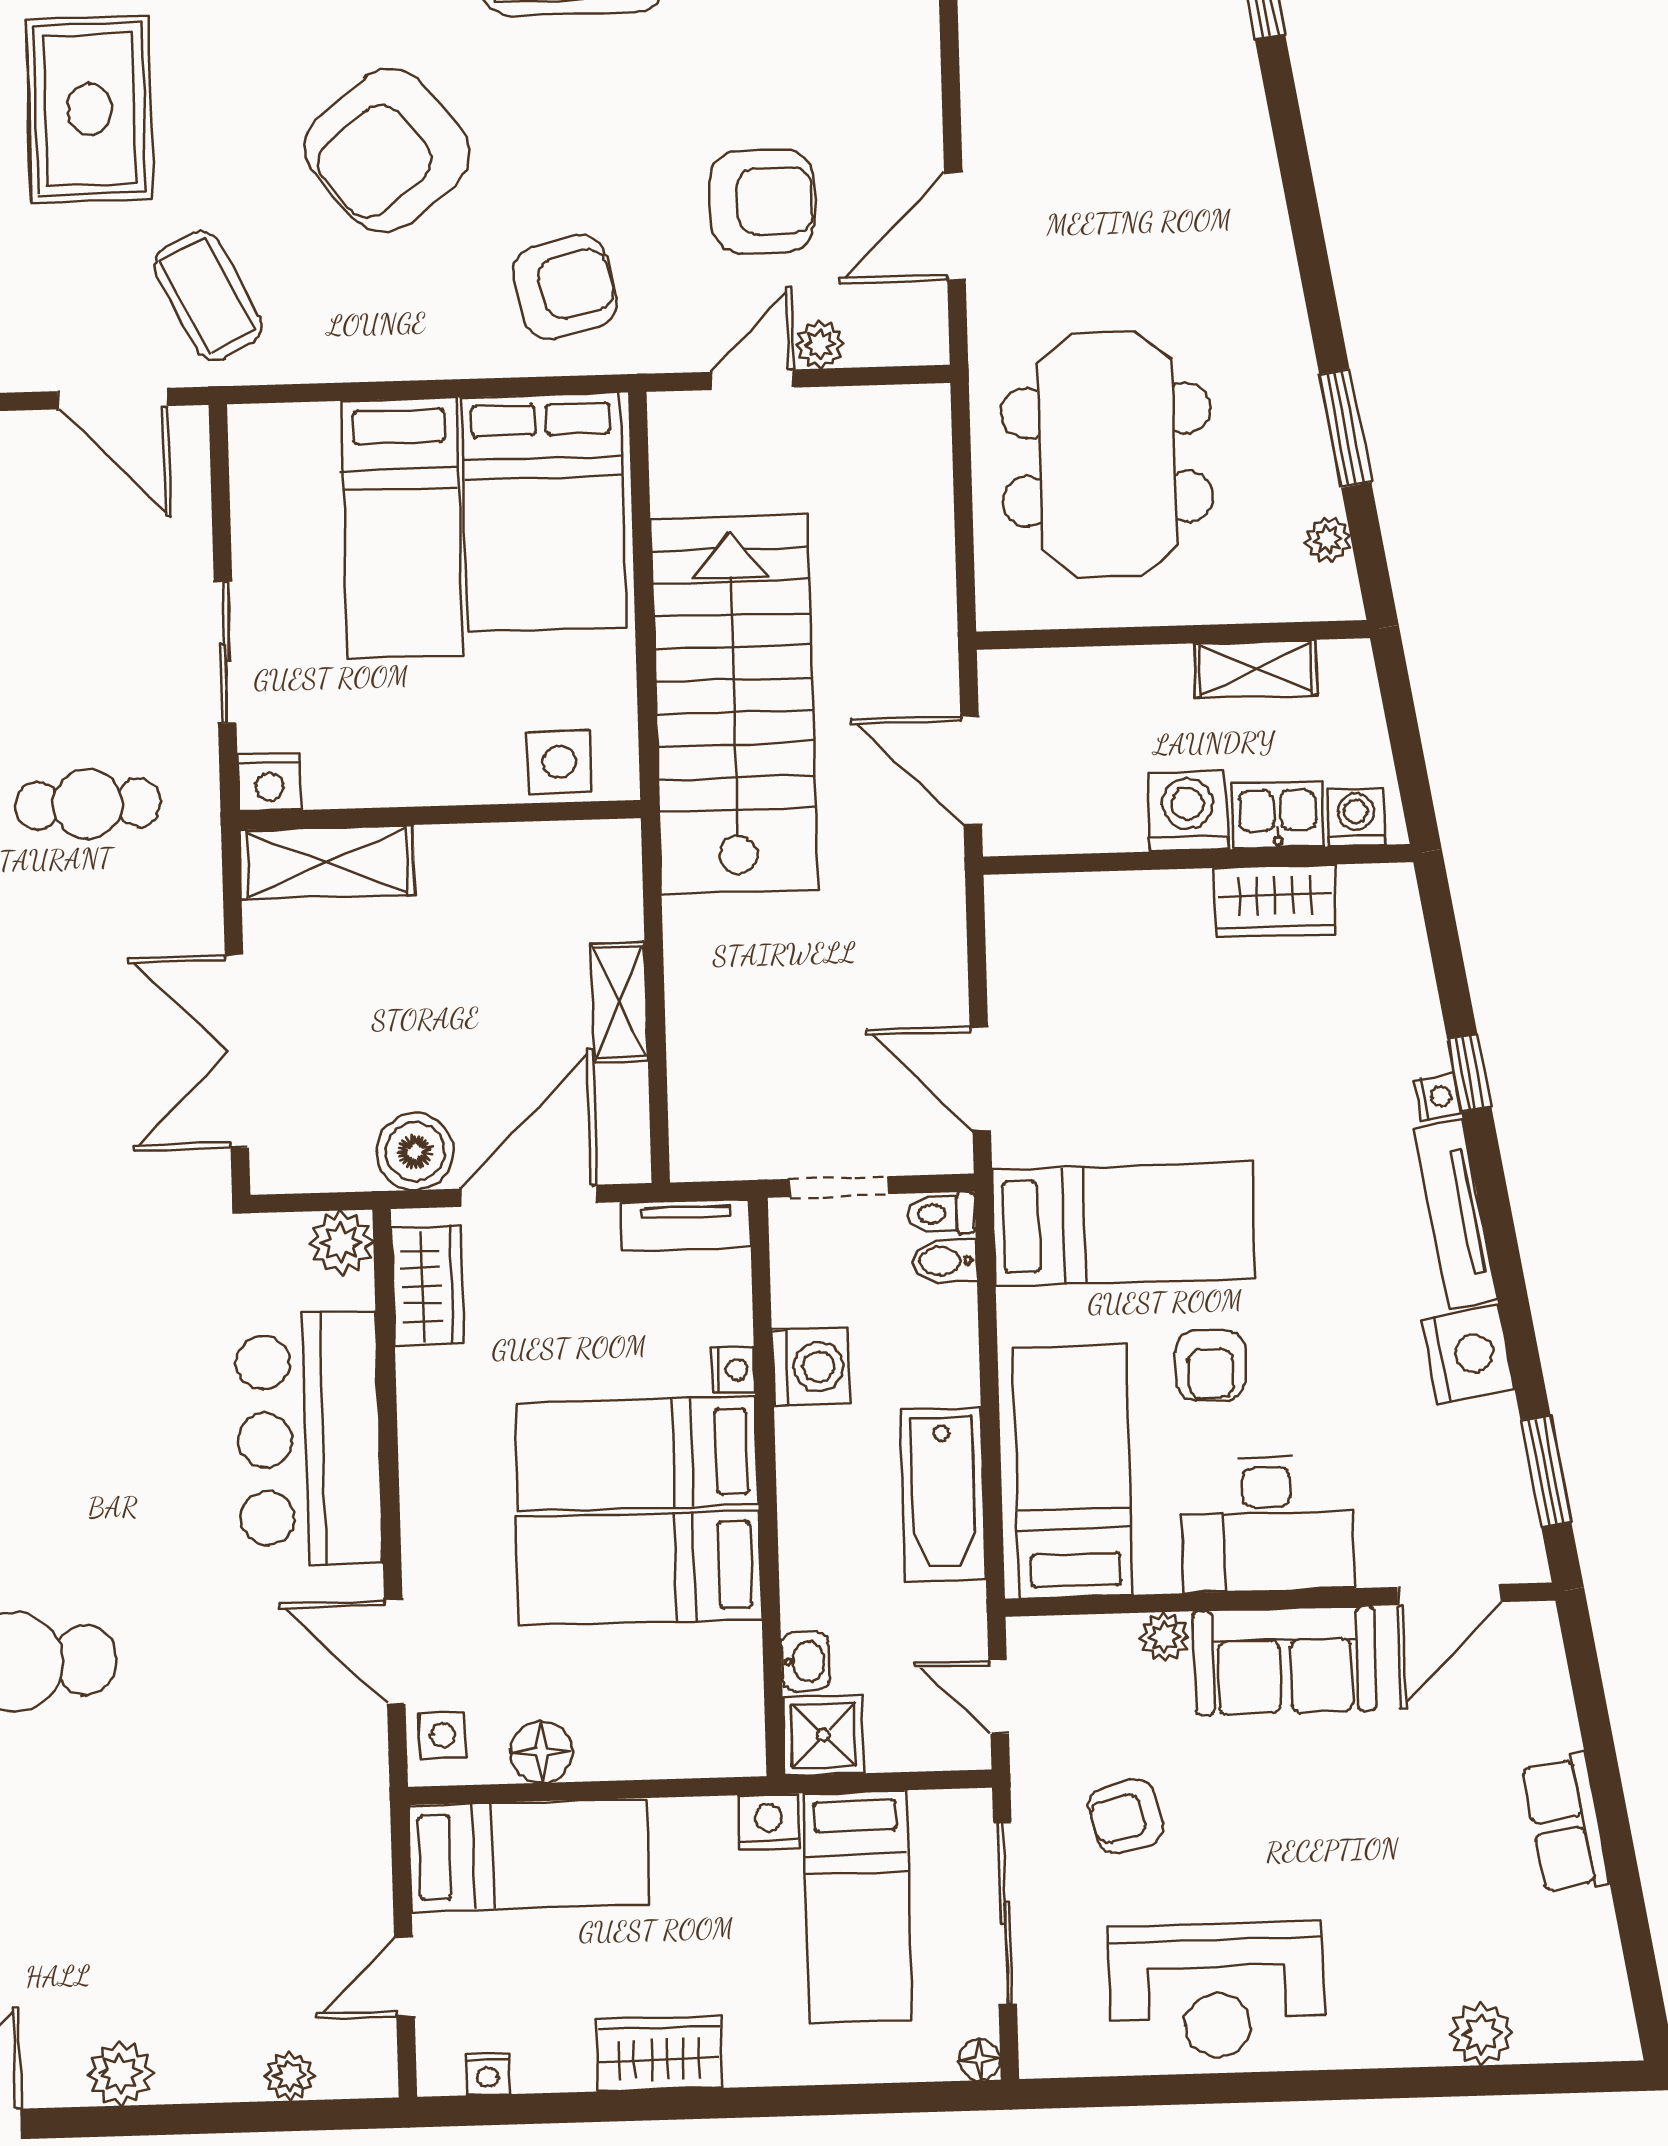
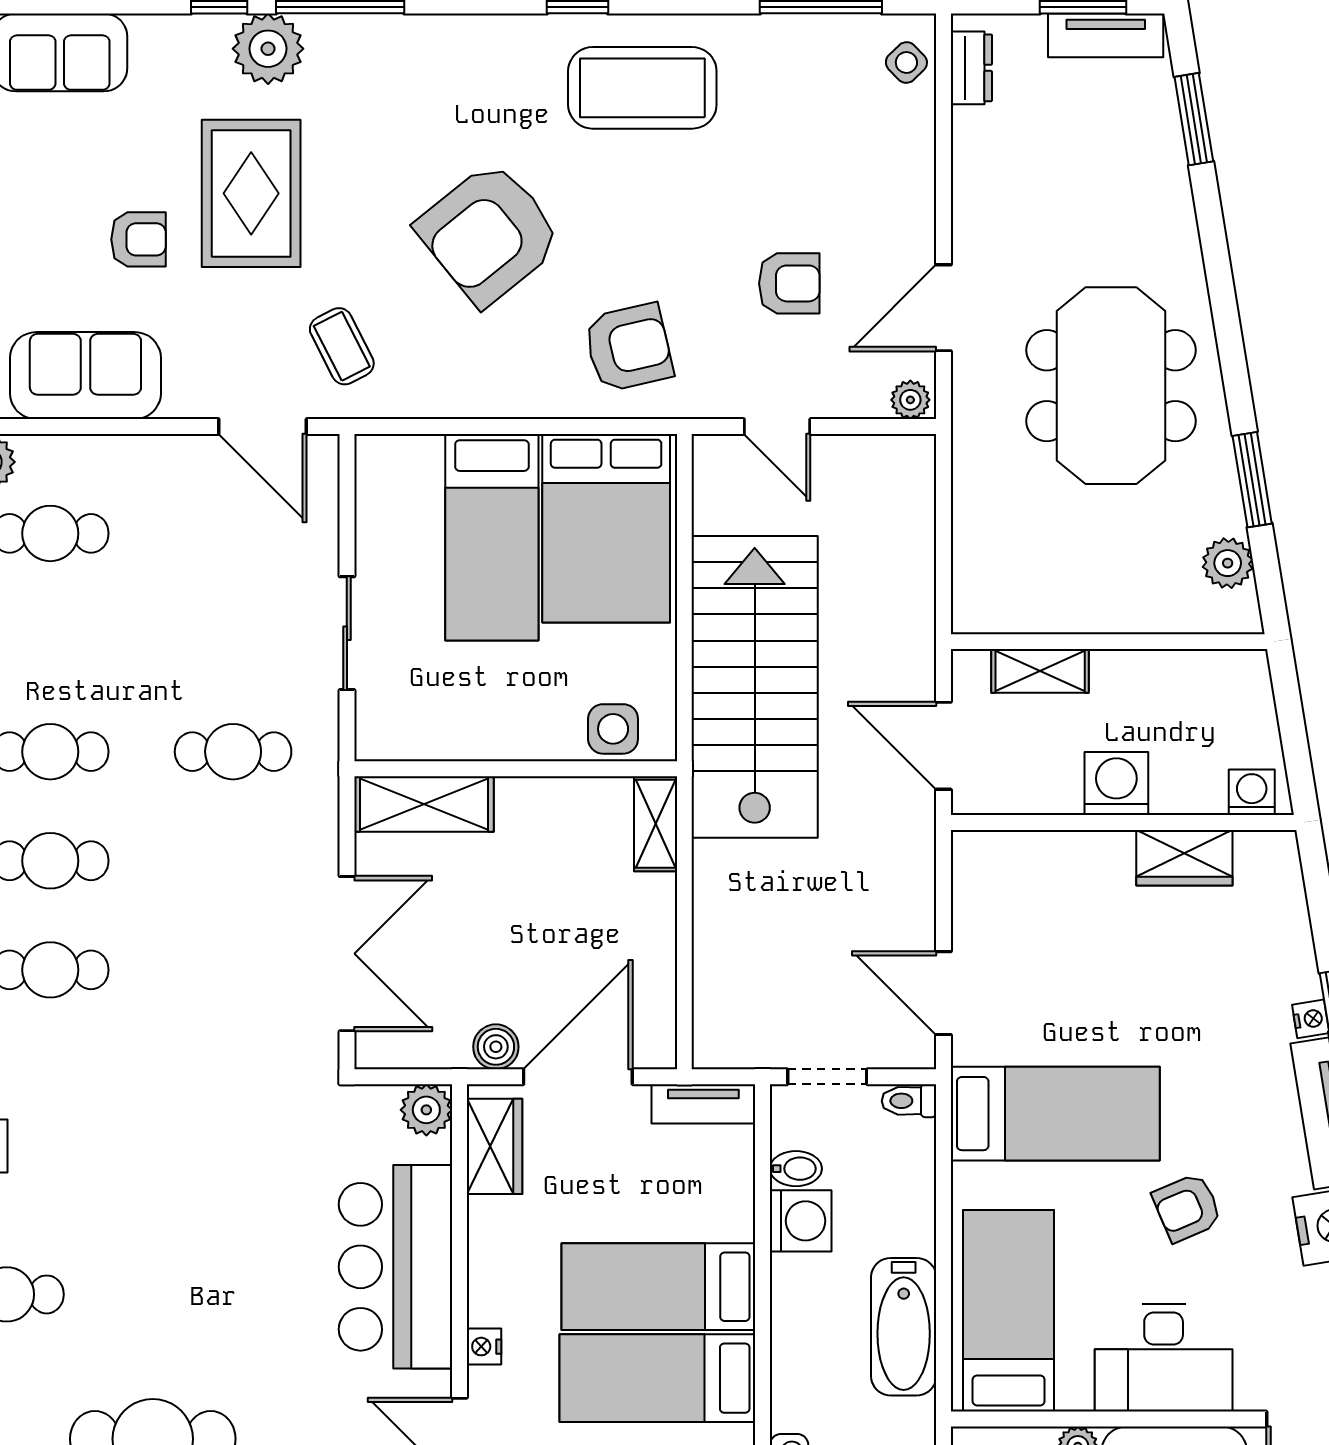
armchair: (762, 201) -> (789, 283), width x0.72, depth x0.72
coffee table: (208, 296) -> (342, 346), width x0.73, depth x0.77
plant: (820, 344) -> (910, 400), moved
door: (752, 380) -> (777, 427), swing flipped
meeting table: (1107, 455) -> (1111, 386), moved
plant: (1328, 540) -> (1228, 563), width x1.38, depth x1.38
shelving: (1255, 669) -> (1040, 671), moved
nightstand: (269, 782) -> (379, 738), removed
kitchen sink: (1277, 815) -> (1188, 789), removed
shelving: (620, 1002) -> (656, 824), moved
double door: (237, 1051) -> (347, 954), swing flipped
boiler: (415, 1152) -> (496, 1047), width x0.73, depth x0.73
bidet: (944, 1261) -> (796, 1169), moved, turned 180
armchair: (1211, 1365) -> (1187, 1208), moved, turned 67
nightstand: (733, 1369) -> (484, 1347), moved, turned 180

